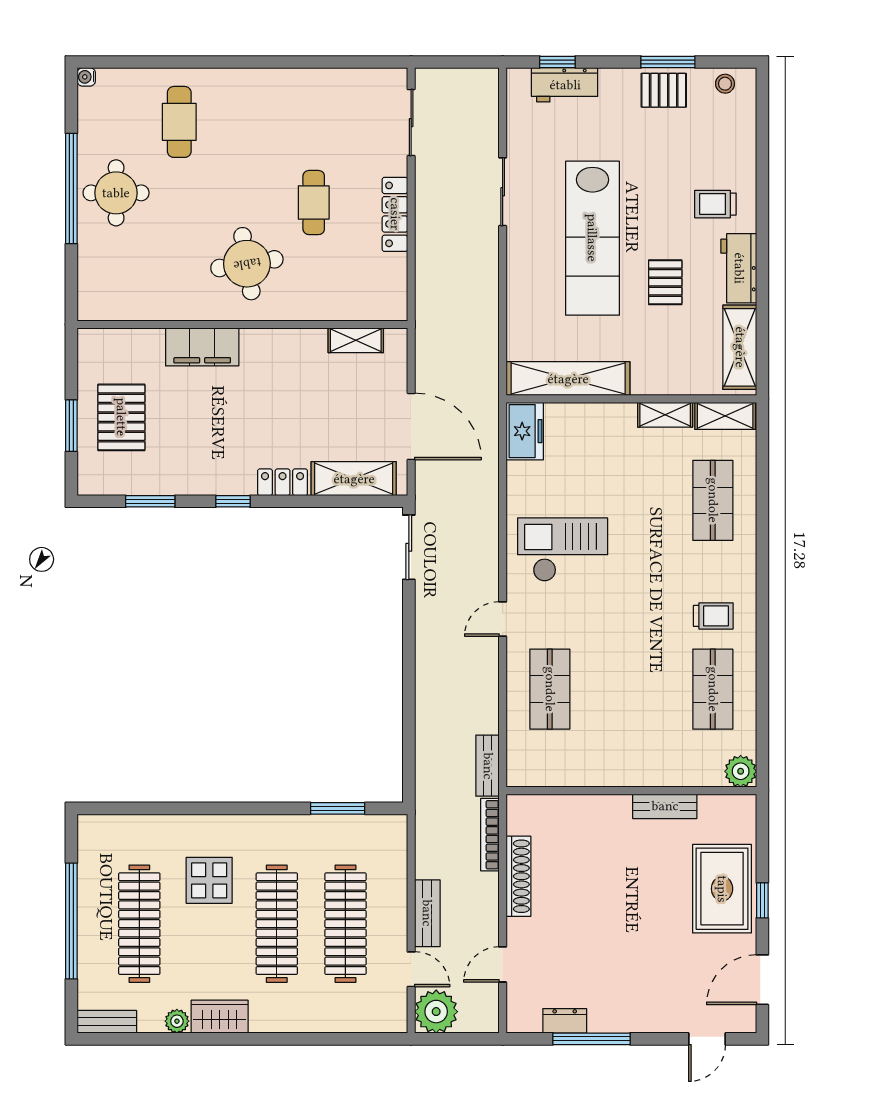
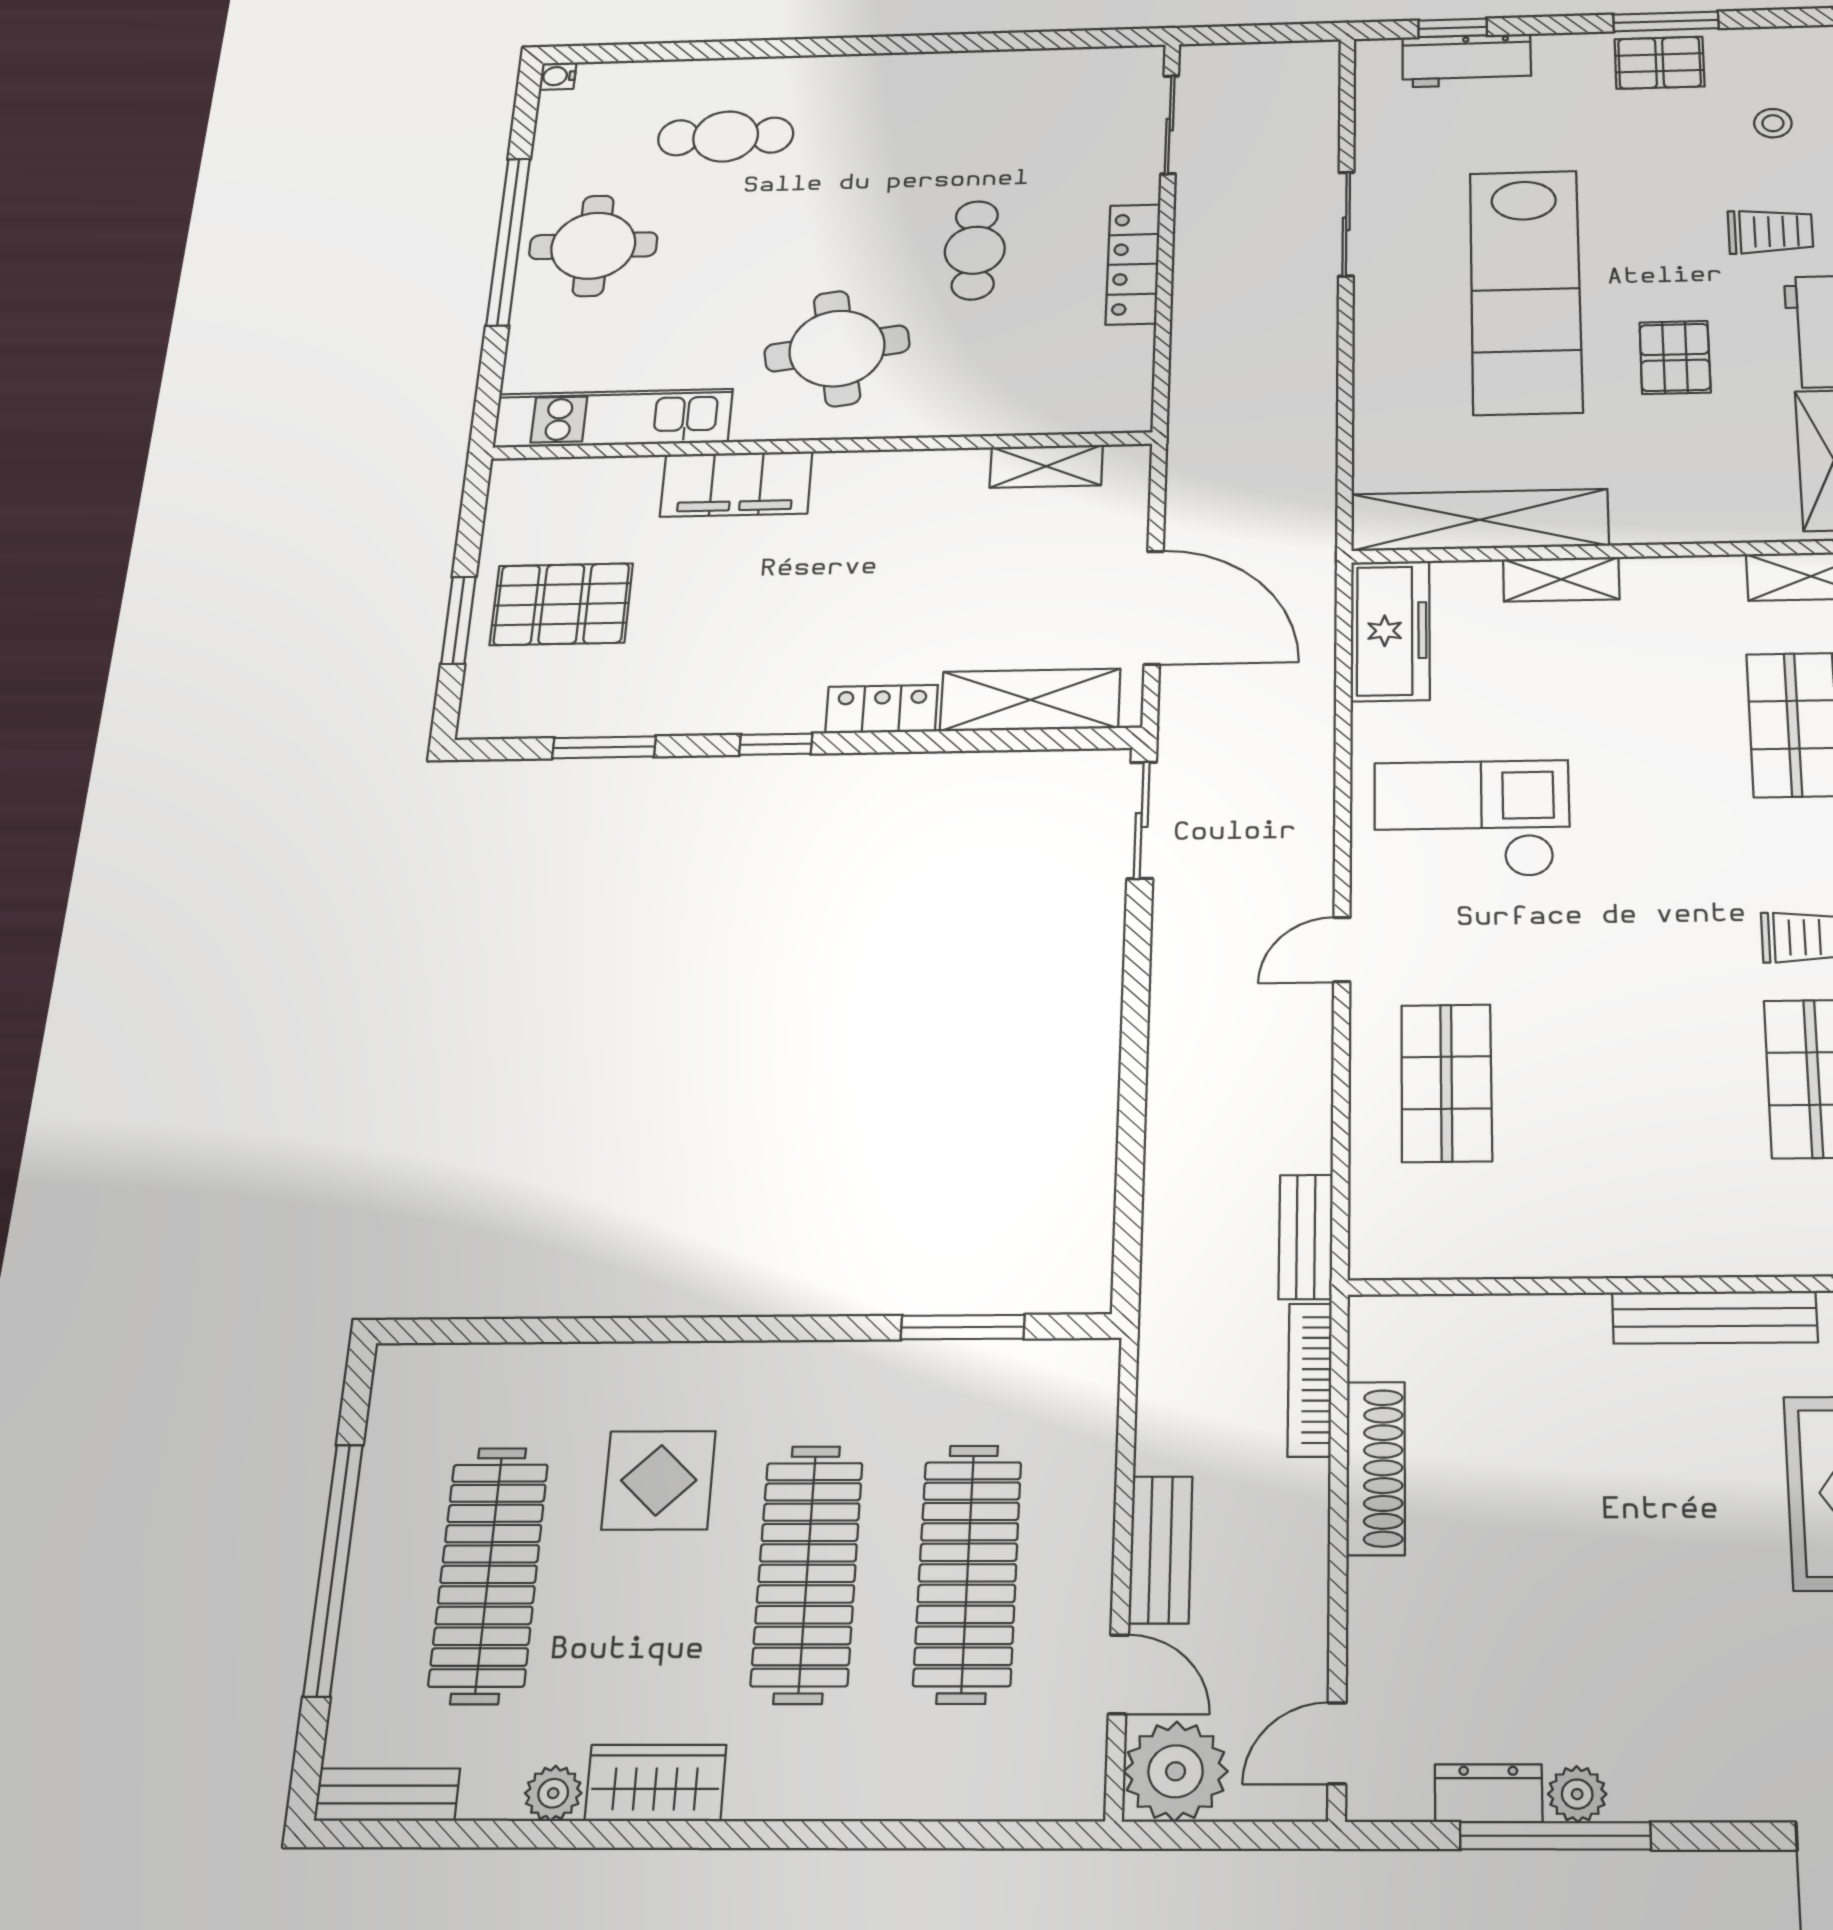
stool: (725, 84) -> (1773, 123), moved
cafe table: (179, 122) -> (726, 136), turned 90
trolley: (715, 204) -> (1770, 232), turned 180
kitchen unit: (136, 304) -> (613, 418), added
shelving: (665, 415) -> (1561, 579), moved
pallet: (121, 417) -> (561, 604), turned 90
freezer: (525, 431) -> (1390, 631), width x1.40
bench: (665, 806) -> (1715, 1317), width x1.36
door: (503, 964) -> (1337, 1743), moved
plant: (601, 1021) -> (1577, 1794), added

